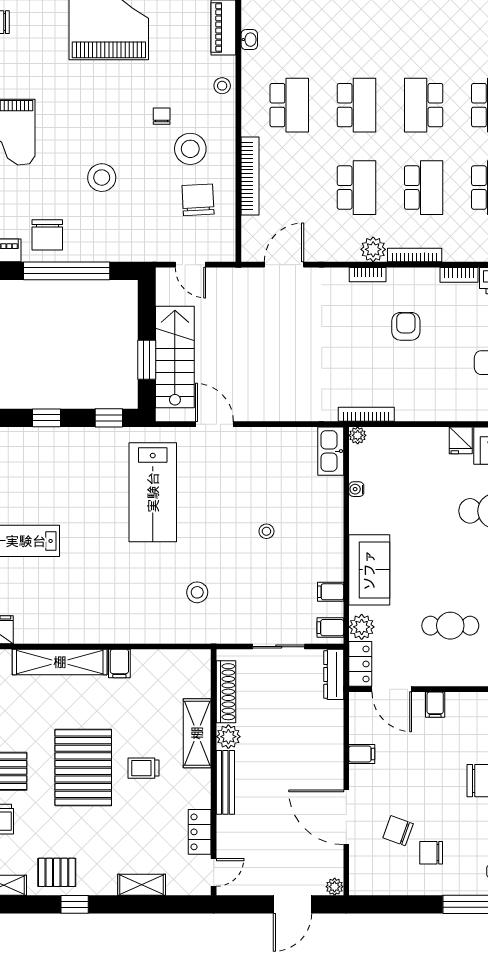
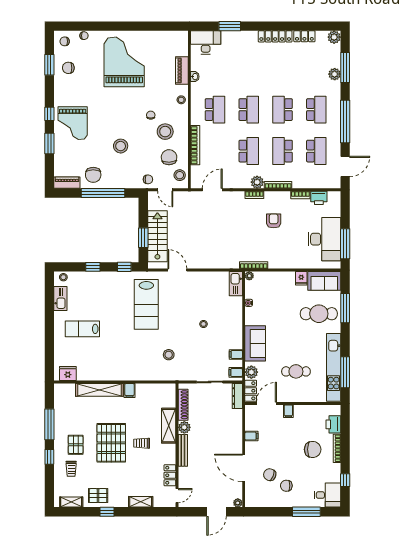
school desk: (424, 188) -> (283, 151), turned 180
stool: (219, 236) -> (180, 175), added
chair: (156, 244) -> (148, 179), added
door: (392, 689) -> (267, 403), swing flipped

